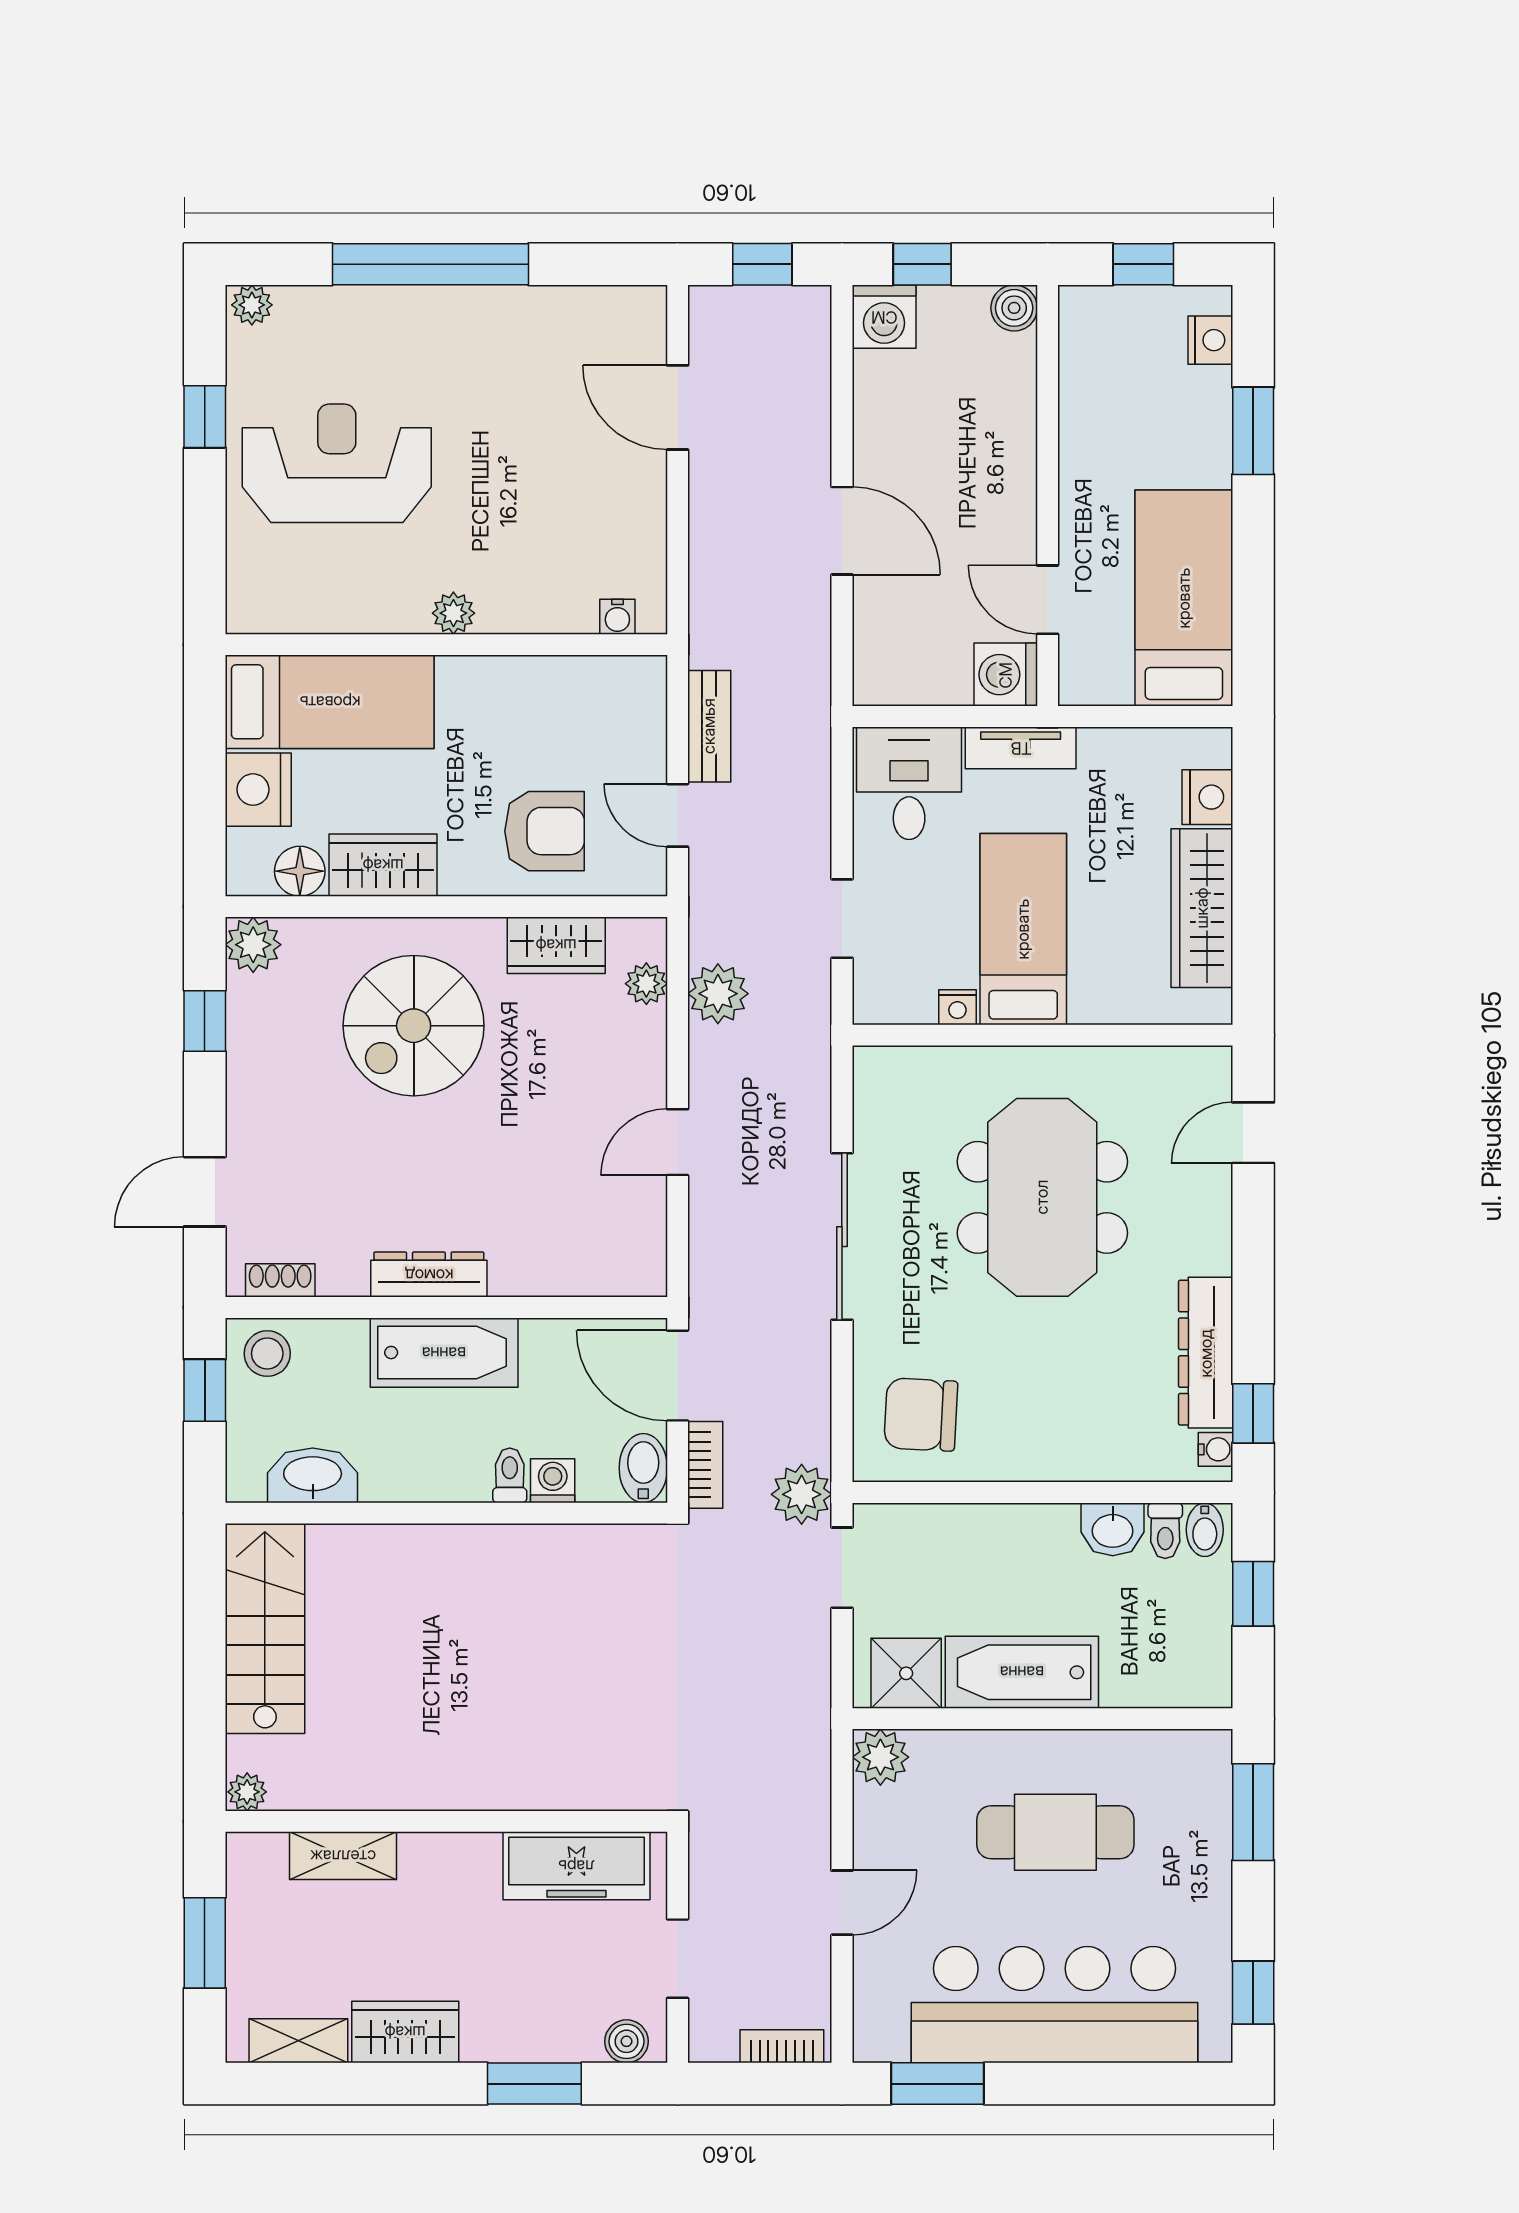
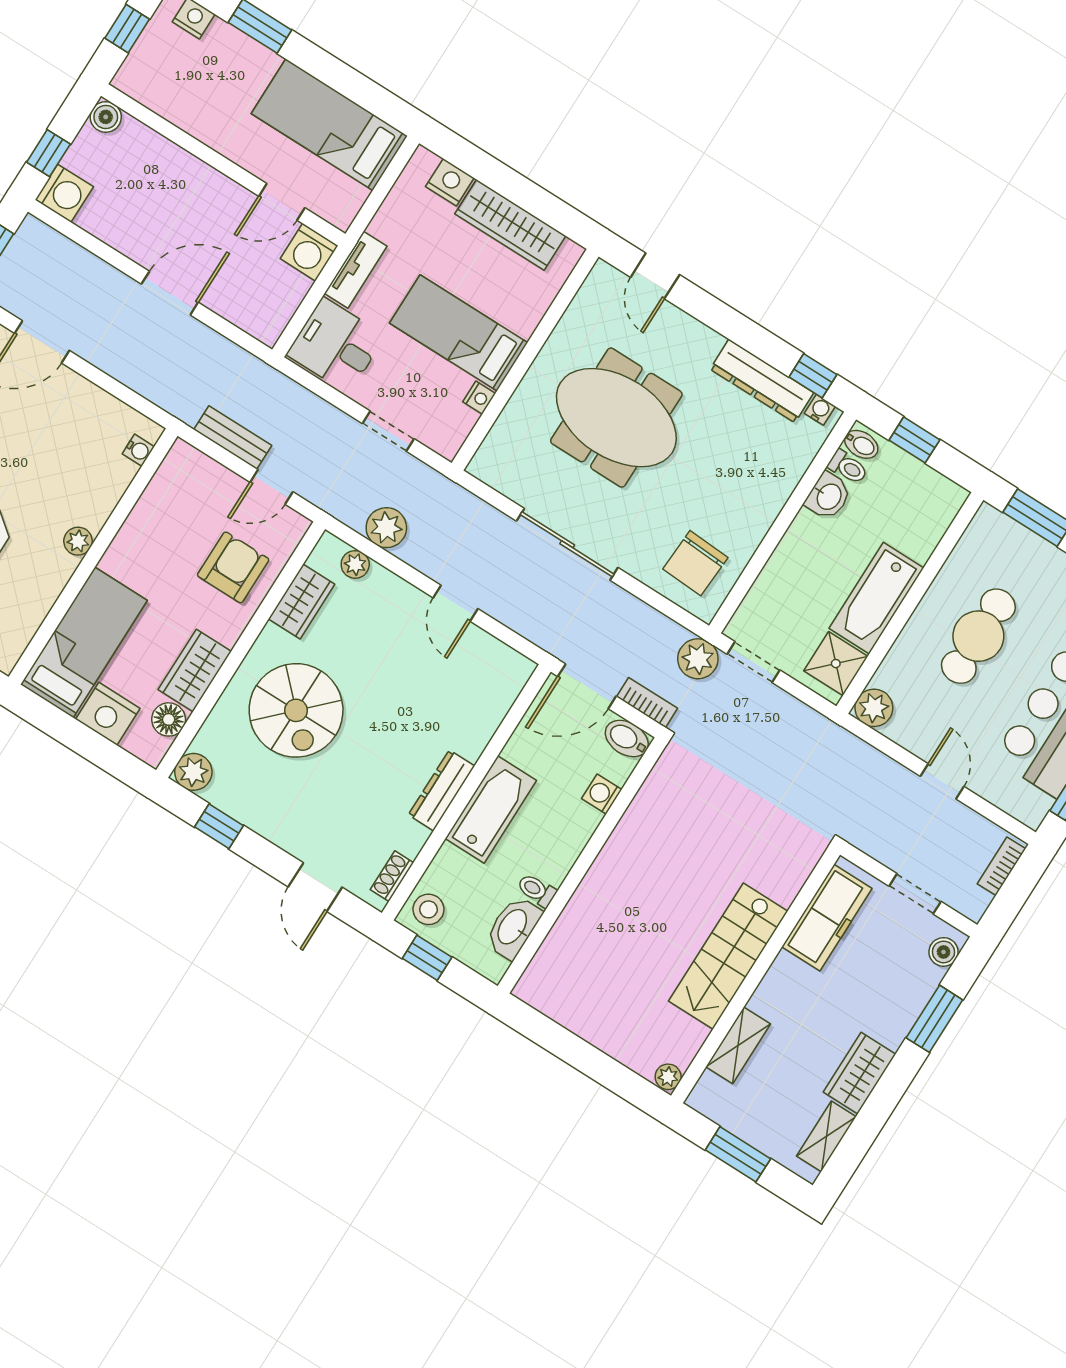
toilet: (510, 1475) -> (537, 890), moved
stairs: (265, 1629) -> (728, 956), moved, turned -90

